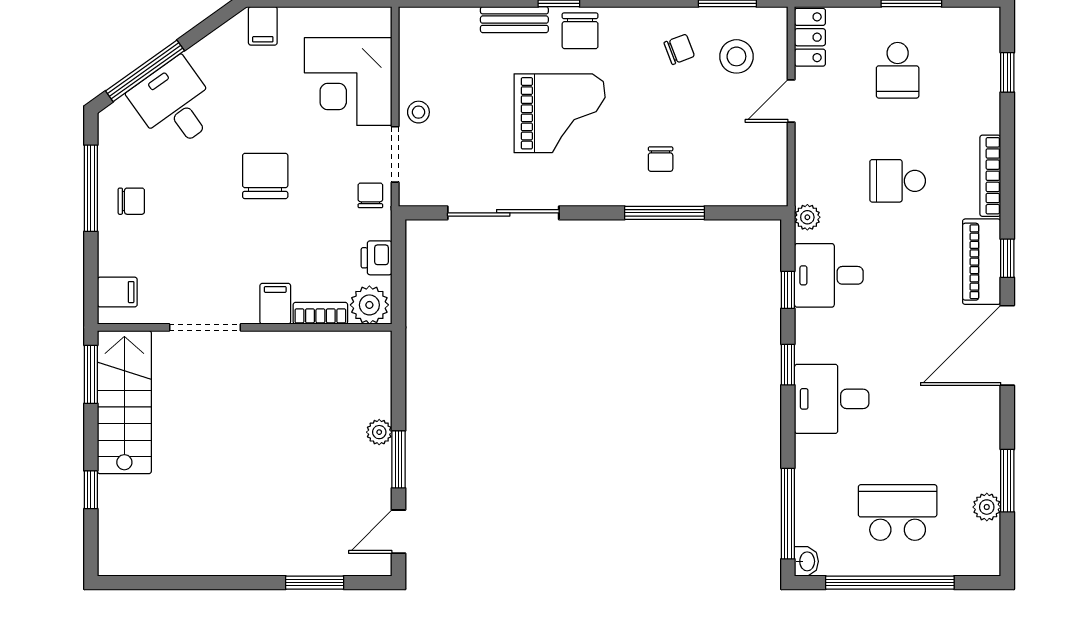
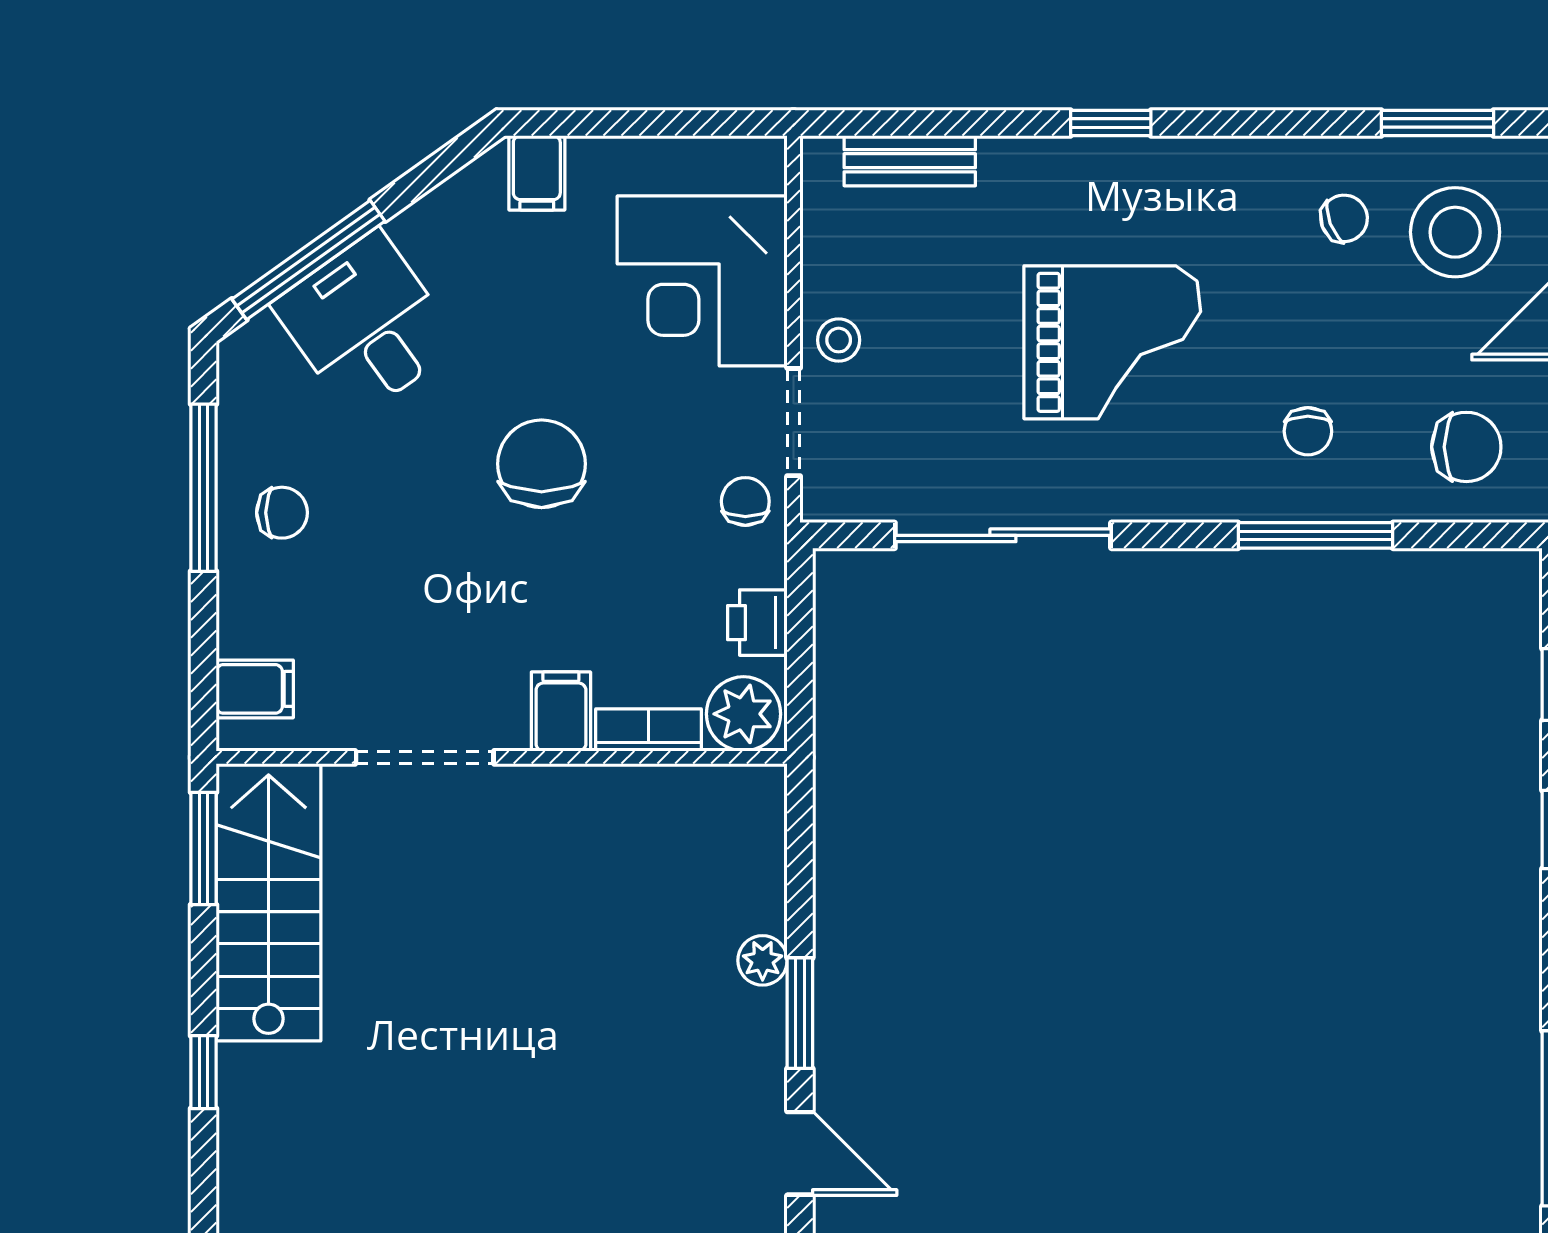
bench: (514, 20) -> (910, 161), moved
chair: (580, 31) -> (1466, 447), moved, turned -90
stool: (736, 56) -> (1455, 232), width x1.38, depth x1.38
door: (398, 532) -> (800, 1153), swing flipped

